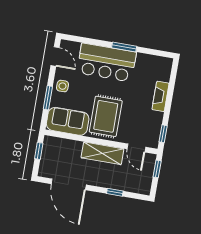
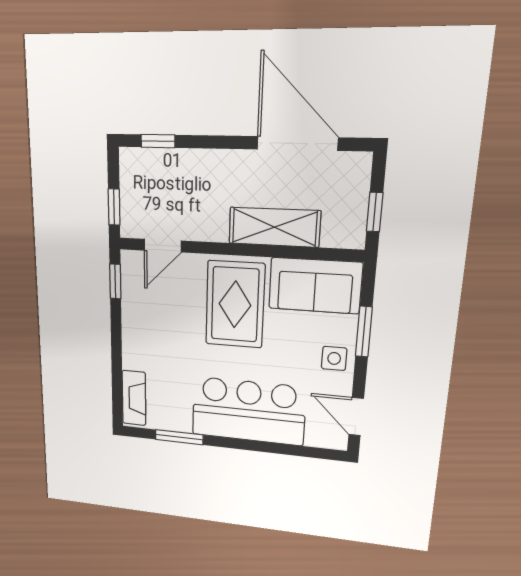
window: (124, 47) -> (179, 437), moved
fireplace: (161, 96) -> (134, 398), moved
door: (136, 148) -> (163, 246), swing flipped
shelving: (102, 153) -> (274, 227), moved
window: (115, 192) -> (158, 141), moved

